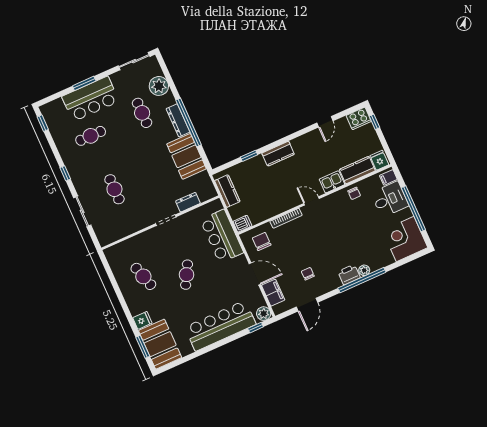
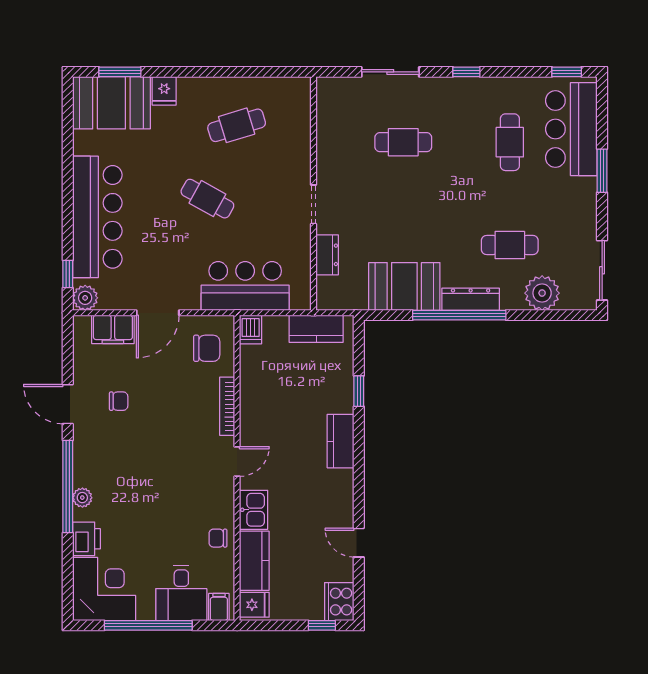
bar counter: (90, 99) -> (571, 129), moved
printer: (349, 275) -> (86, 539), moved
door: (307, 305) -> (68, 404), moved

